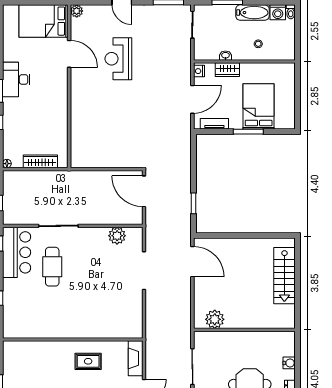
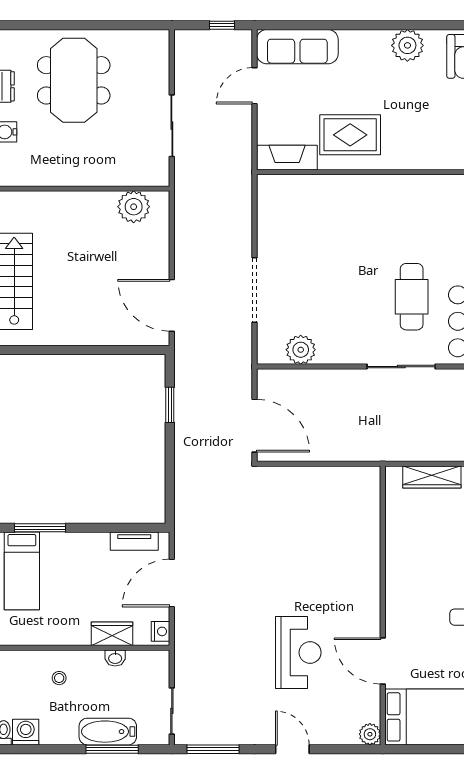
bathtub: (252, 13) -> (108, 732), moved
bed: (259, 106) -> (22, 571), moved, width x0.67
window: (248, 132) -> (40, 528), moved
fireplace: (136, 358) -> (287, 158), moved, turned -90
rug: (88, 361) -> (350, 135), width x1.36, depth x1.43

